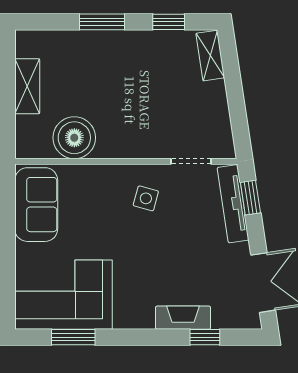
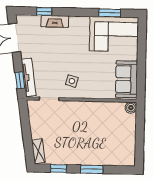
shelving: (27, 86) -> (130, 138), removed
boiler: (74, 138) -> (131, 108), moved, width x0.54, depth x0.54

